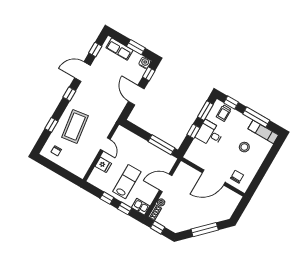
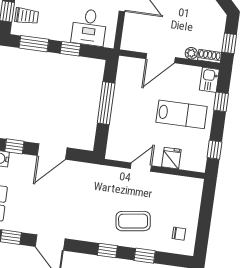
window: (69, 94) -> (107, 250), moved
coffee table: (75, 127) -> (133, 221), width x0.73, depth x0.76
desk: (210, 134) -> (89, 27), moved
window: (162, 145) -> (106, 103), moved
lab bench: (127, 182) -> (182, 114), turned 180
door: (166, 183) -> (161, 58), hinge flipped
window: (107, 198) -> (214, 150), moved

